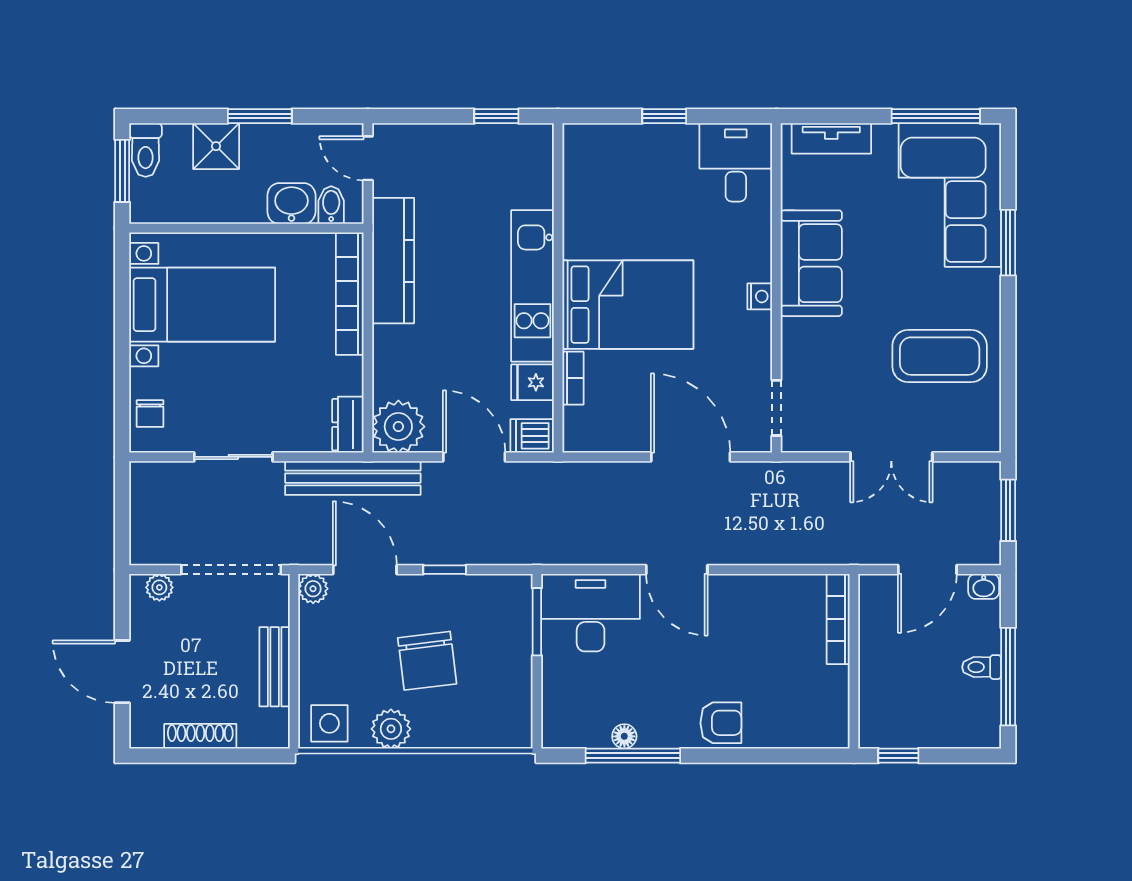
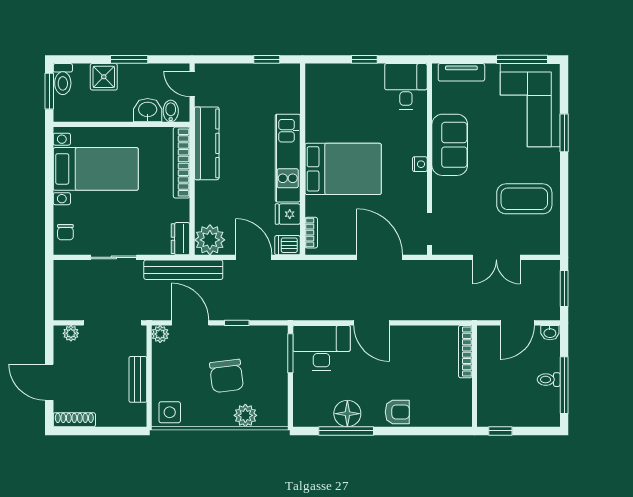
bookcase: (573, 378) -> (311, 233), moved
plant: (391, 729) -> (245, 415), moved
shoe rack: (200, 736) -> (74, 420), moved
floor lamp: (624, 736) -> (347, 414), width x1.89, depth x1.89

